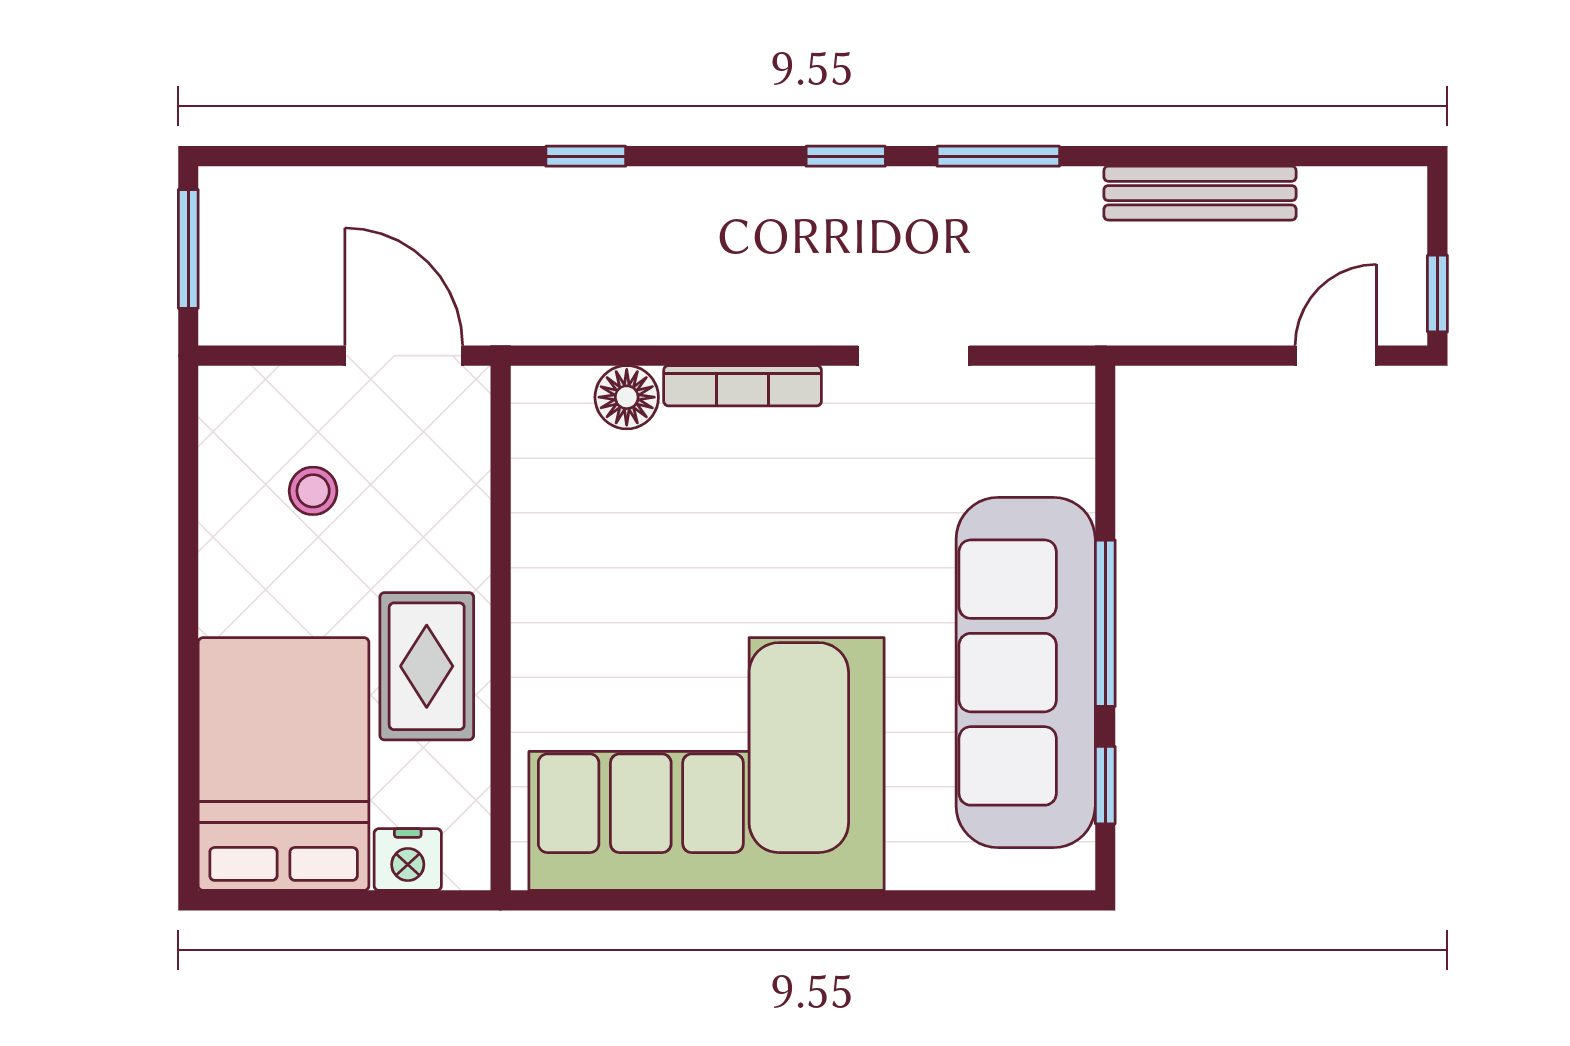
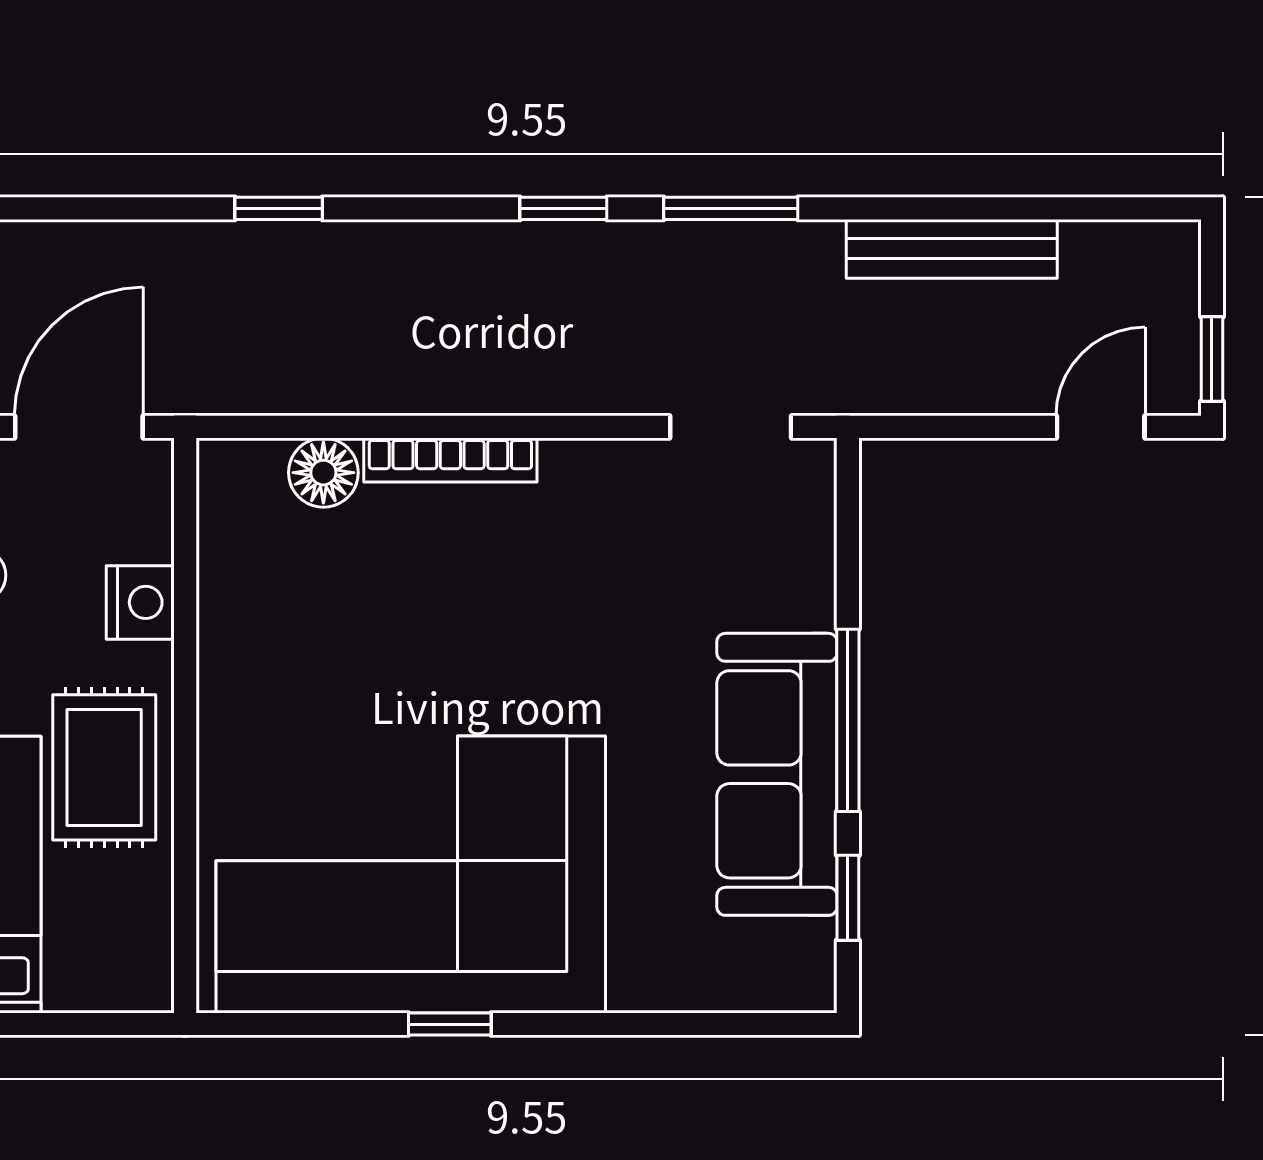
door: (404, 356) -> (79, 427), hinge flipped
doorway: (914, 356) -> (731, 427), moved
sofa: (1026, 673) -> (777, 774), width x0.74, depth x0.79
nightstand: (408, 860) -> (140, 602), moved, turned -90
window: (742, 900) -> (450, 1024), added

